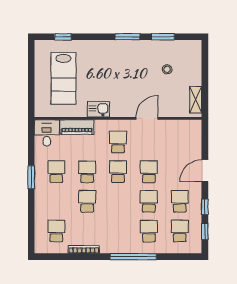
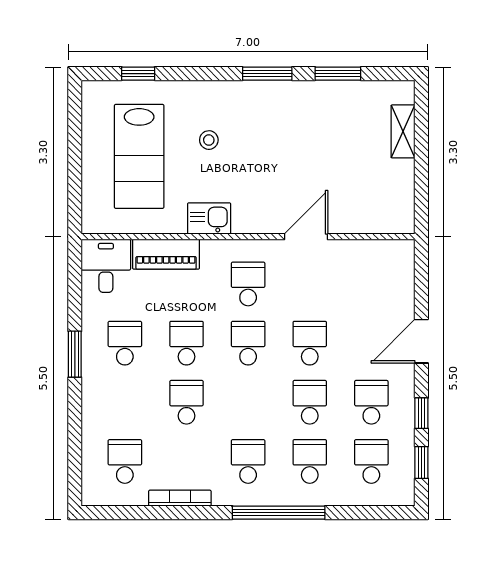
stool: (167, 69) -> (209, 140), moved
shelving: (196, 100) -> (403, 131), moved
school desk: (118, 231) -> (248, 461), added

